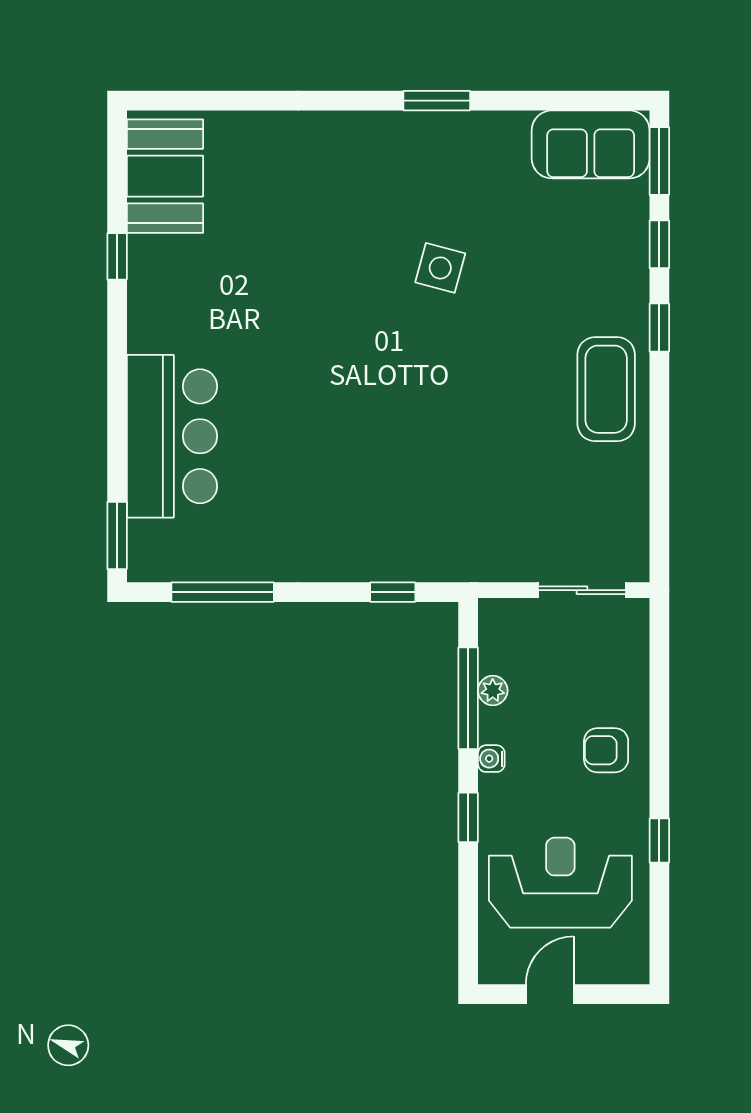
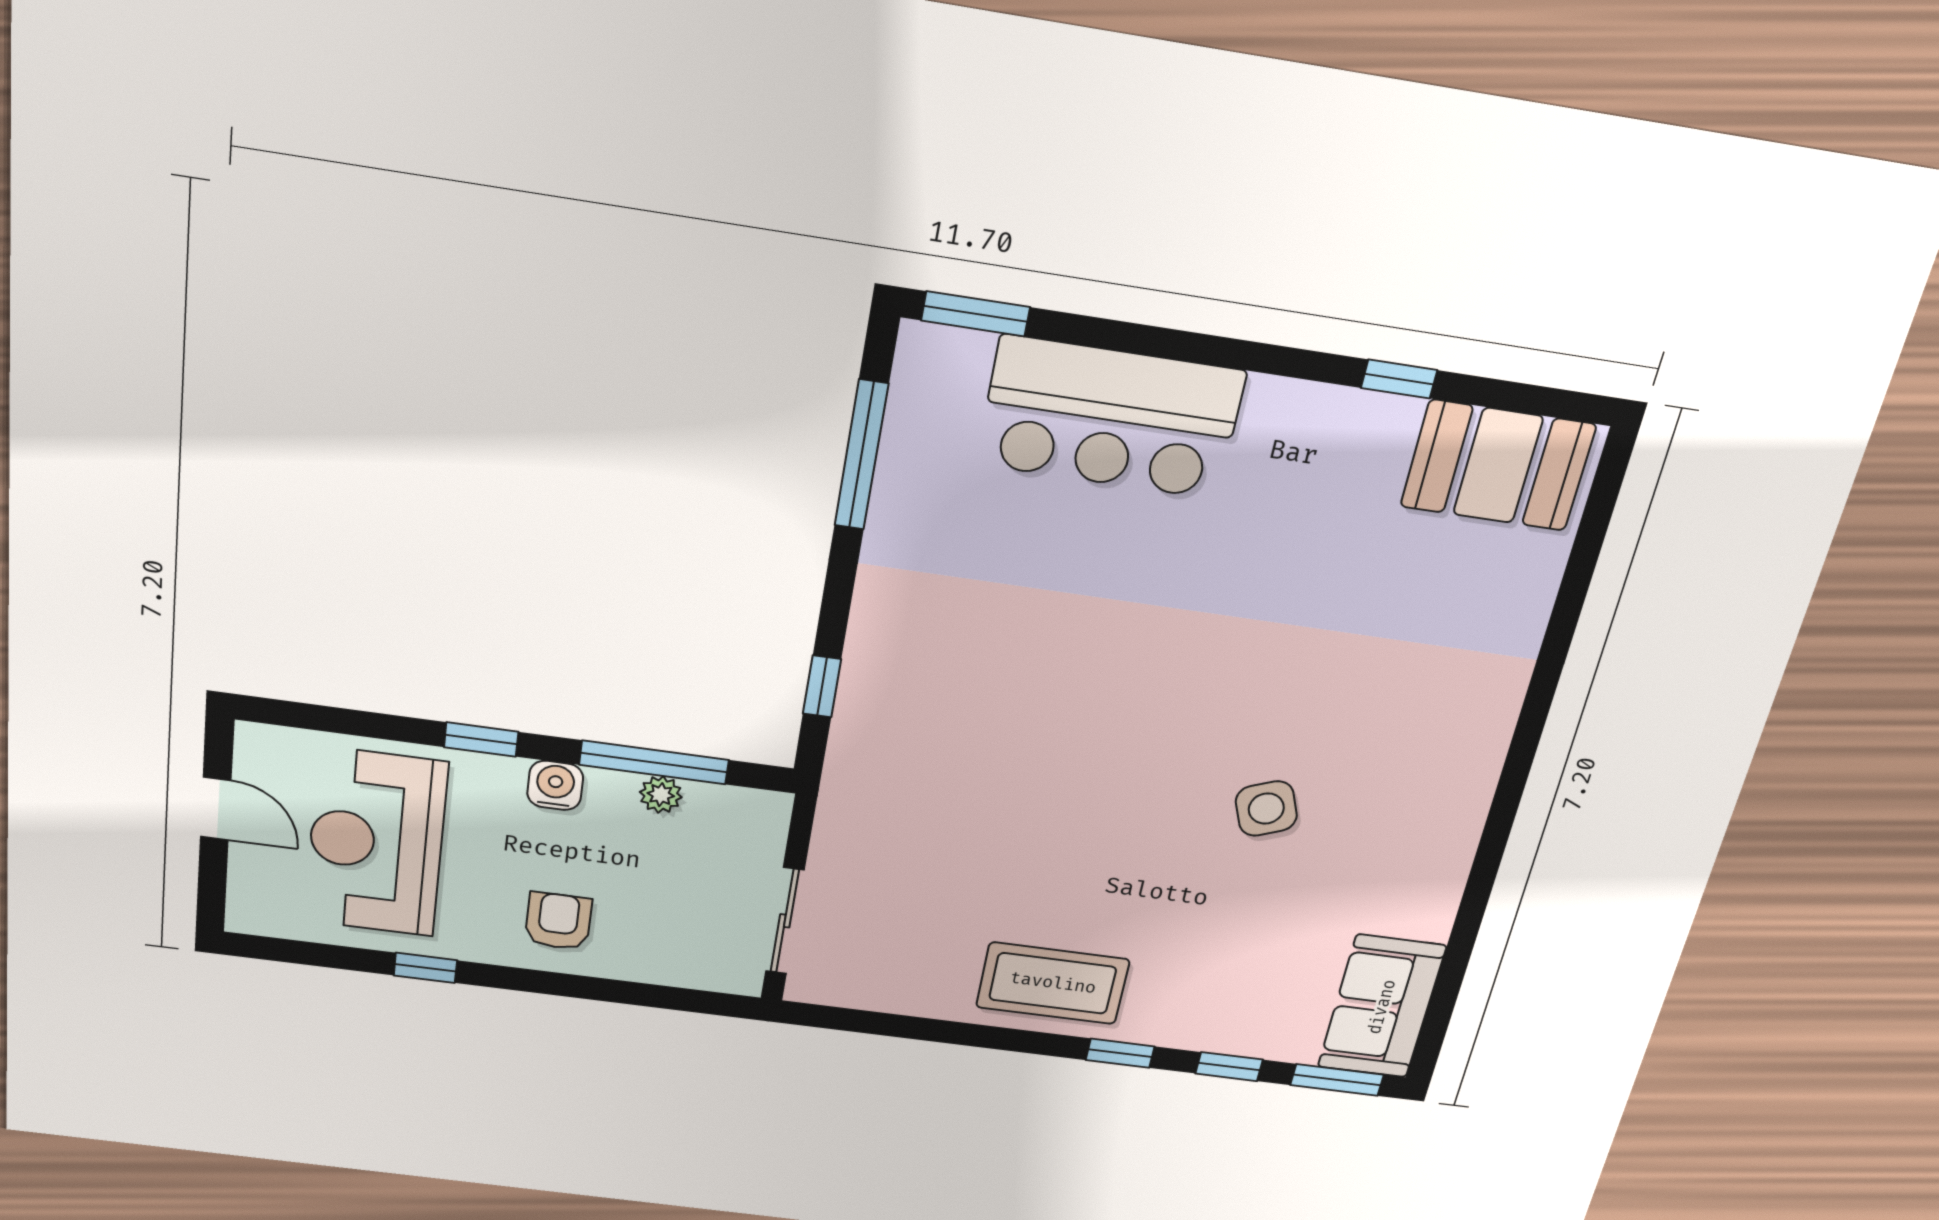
window: (437, 101) -> (1496, 835), removed
side table: (440, 268) -> (1266, 808), turned -36
water cooler: (491, 759) -> (555, 785), width x1.38, depth x1.38
reception desk: (560, 883) -> (376, 842), turned 180

